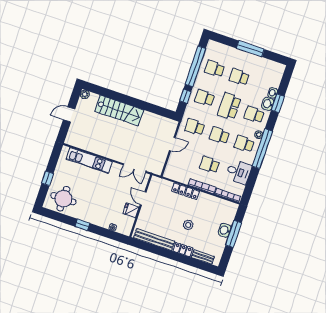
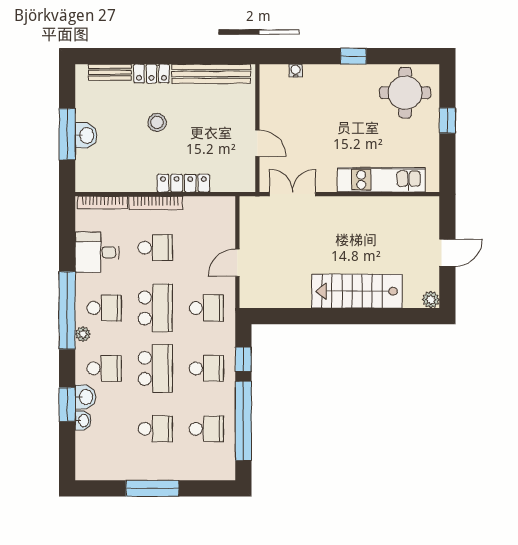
school desk: (219, 135) -> (155, 308), width x1.85
fridge: (131, 210) -> (273, 114), removed

